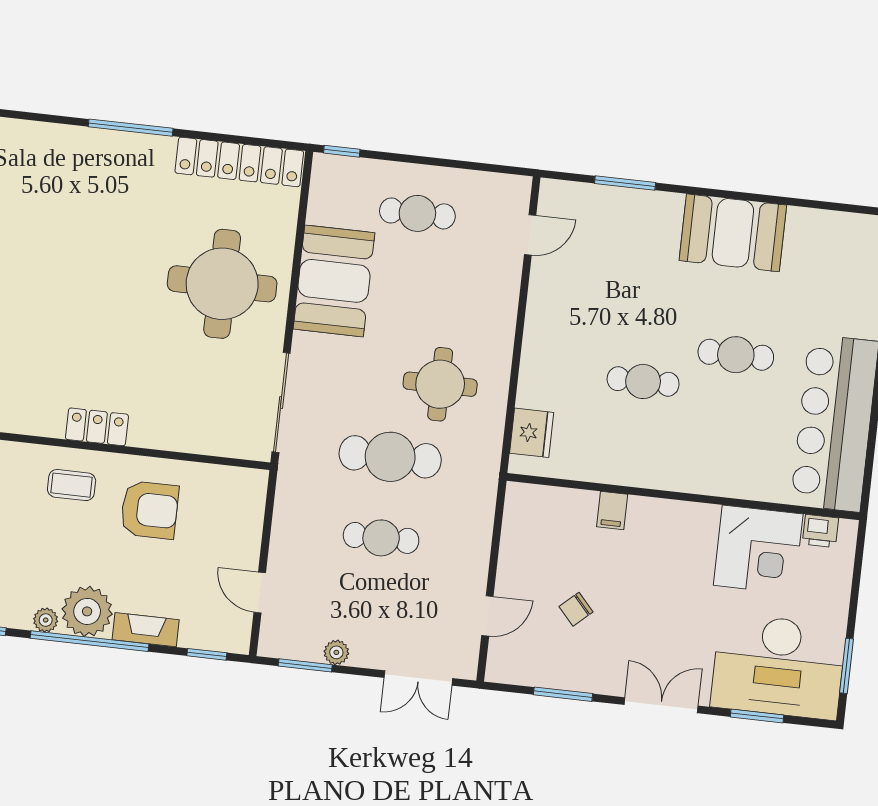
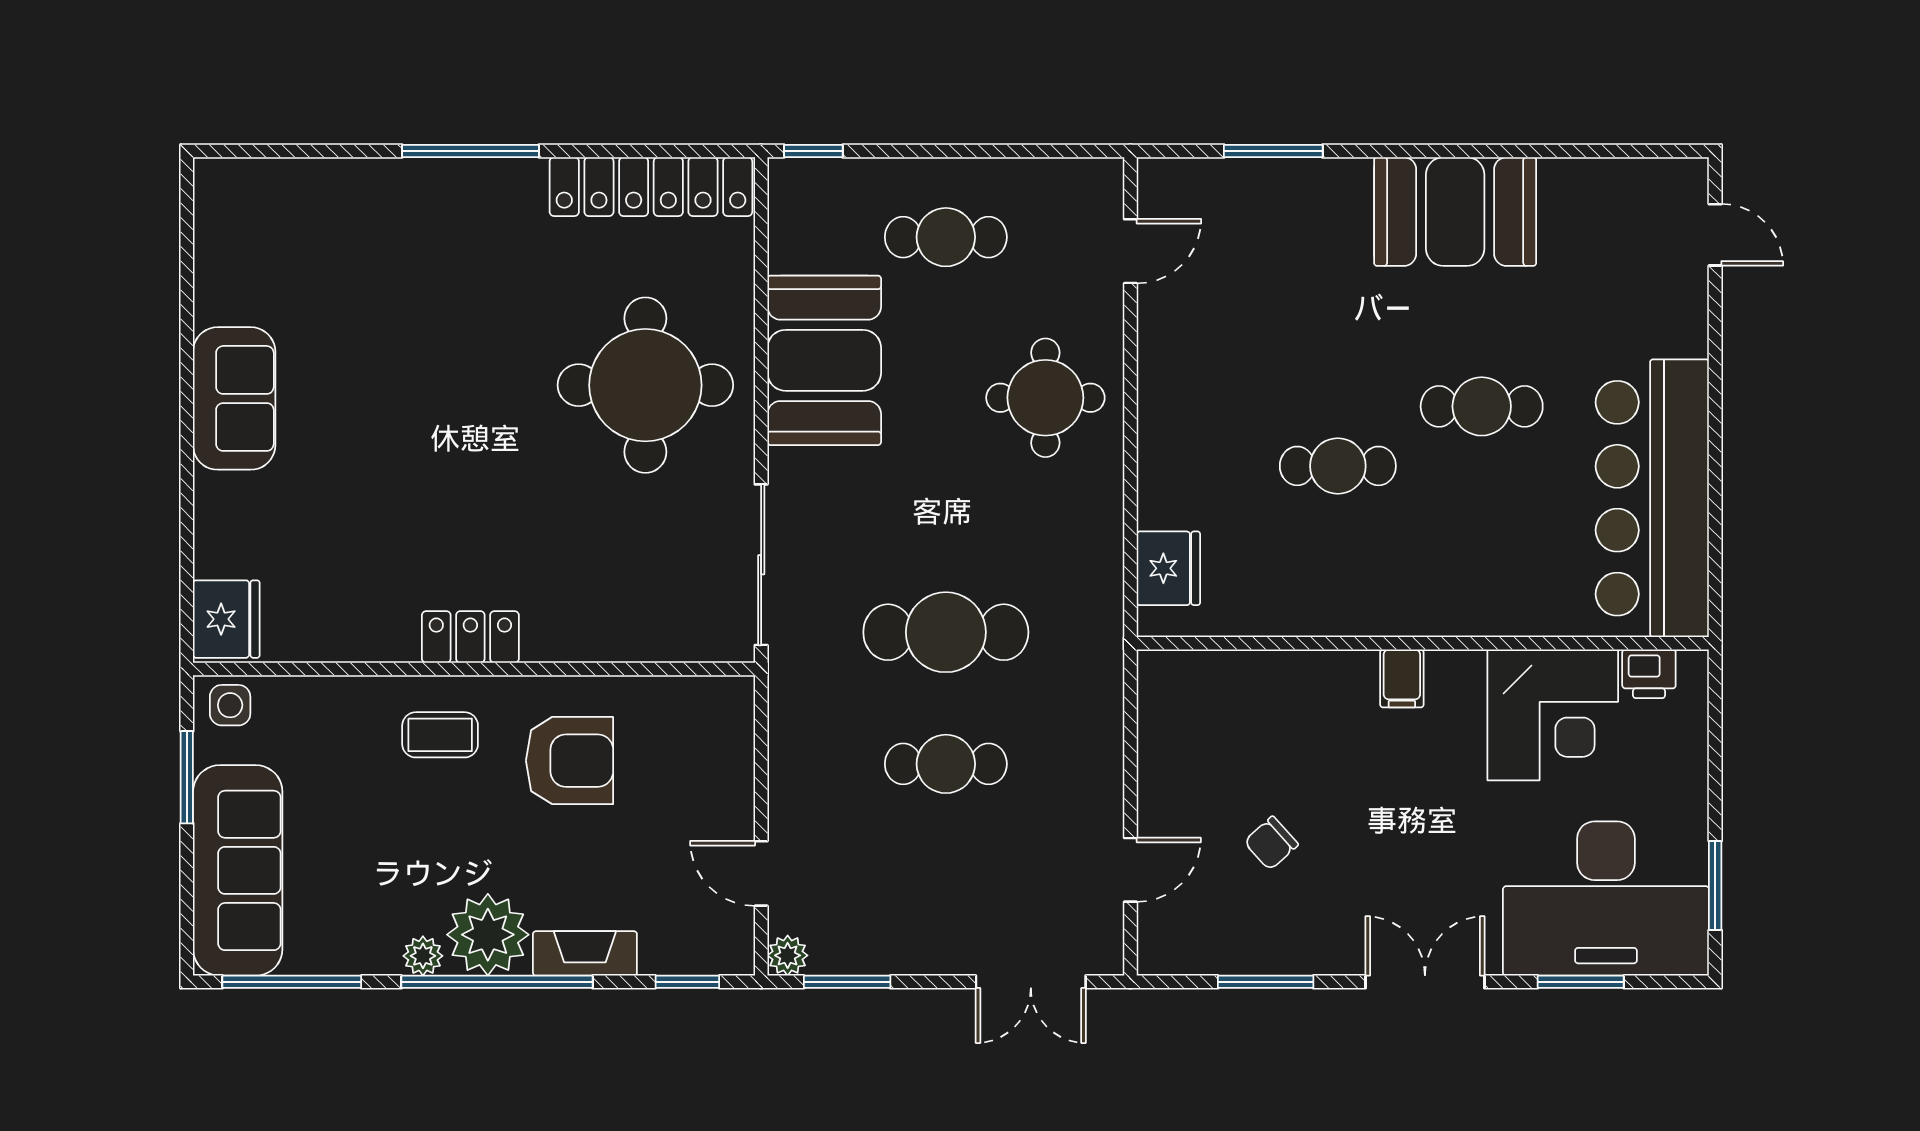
round table: (440, 384) -> (1045, 398), moved
filing cabinet: (612, 511) -> (1402, 678), moved
plant: (336, 652) -> (788, 955), moved

